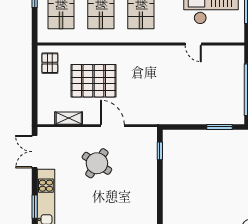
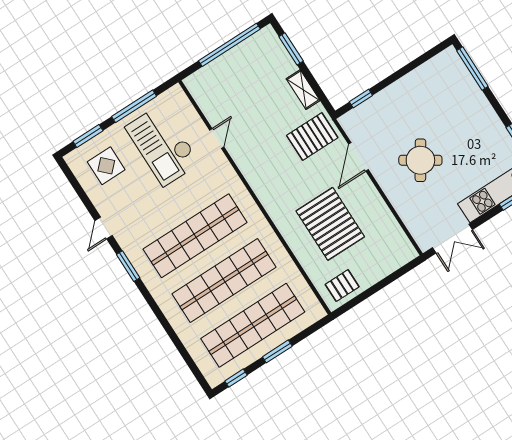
pallet: (156, 105) -> (312, 137), added
shelving: (69, 118) -> (303, 90), moved
door: (112, 126) -> (358, 157), moved

